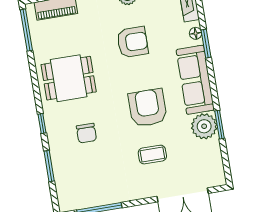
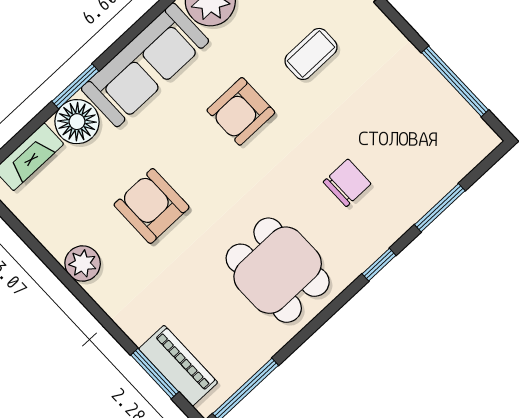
floor lamp: (196, 33) -> (77, 122), width x1.89, depth x1.89
armchair: (148, 108) -> (241, 111), width x0.73, depth x0.73
coffee table: (152, 155) -> (311, 54), turned 90

